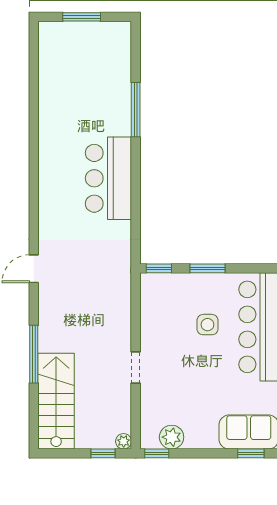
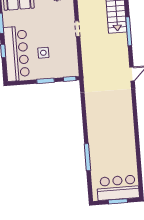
bar counter: (108, 178) -> (118, 188), moved, turned -90

